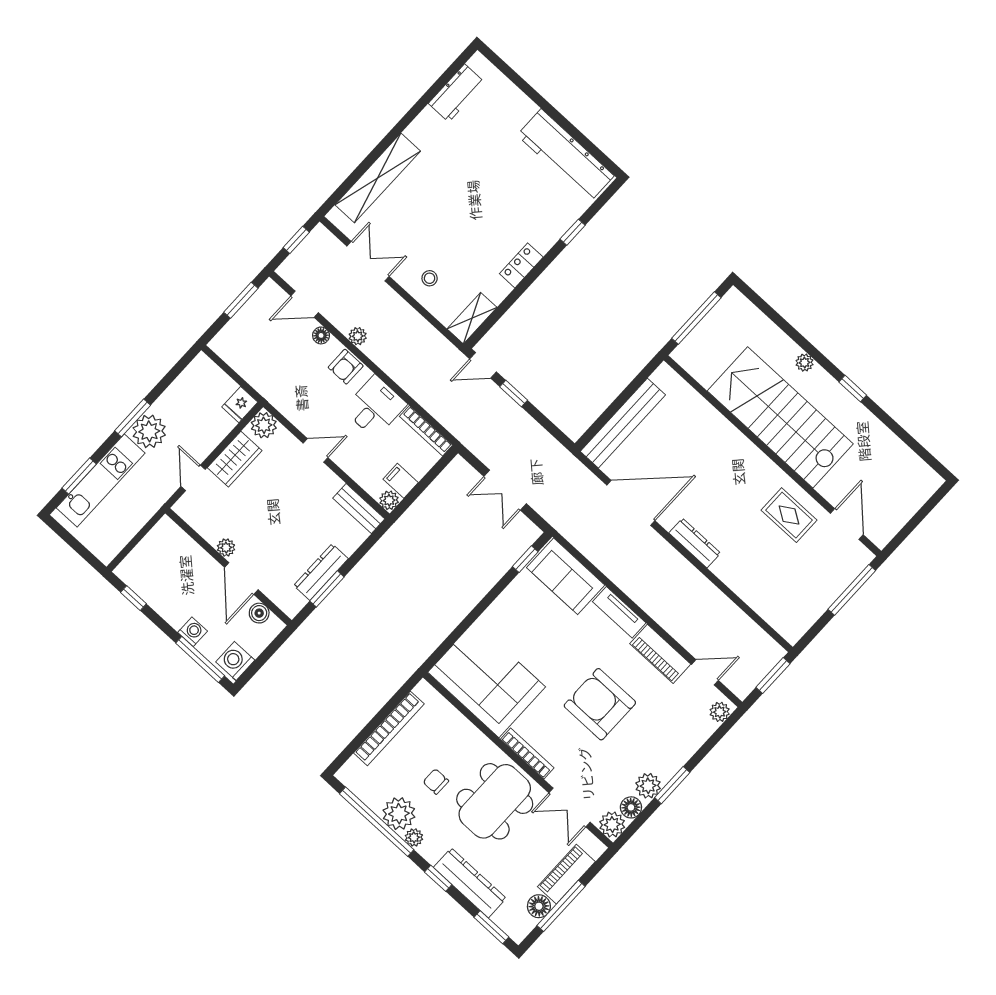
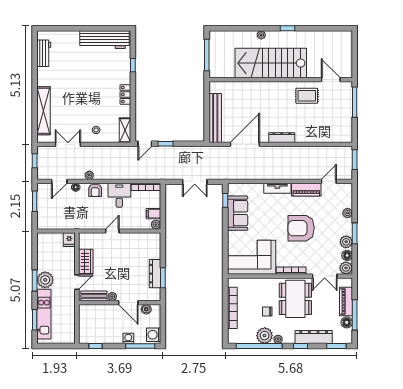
plant: (264, 425) -> (85, 239), removed
door: (193, 478) -> (77, 282), swing flipped
bench: (359, 509) -> (94, 296), moved
sofa: (566, 576) -> (238, 213), moved, turned -90
plant: (720, 712) -> (347, 213), moved

